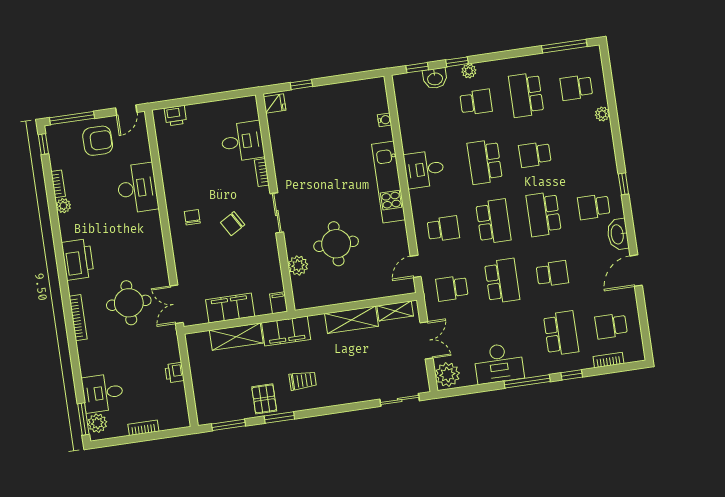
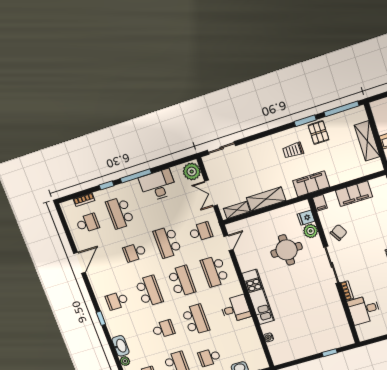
fridge: (275, 103) -> (306, 218), moved
school desk: (594, 207) -> (117, 301), turned 180
sliding door: (277, 213) -> (332, 265), width x1.37
school desk: (493, 221) -> (182, 281), turned 180
chair: (233, 224) -> (339, 233), moved
school desk: (443, 229) -> (215, 271), width x1.85
washbasin: (618, 234) -> (121, 346), moved
shelving: (236, 337) -> (367, 141), moved, turned 90
window: (228, 425) -> (341, 109), width x1.44

